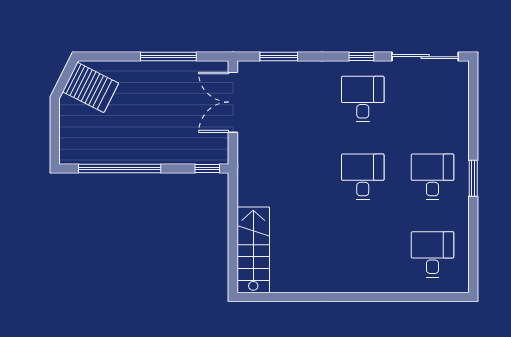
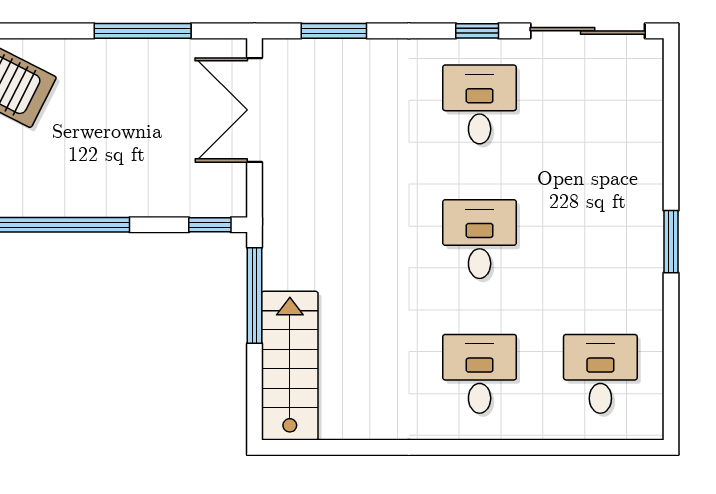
desk: (432, 177) -> (480, 374), moved
window: (233, 209) -> (254, 295), added

